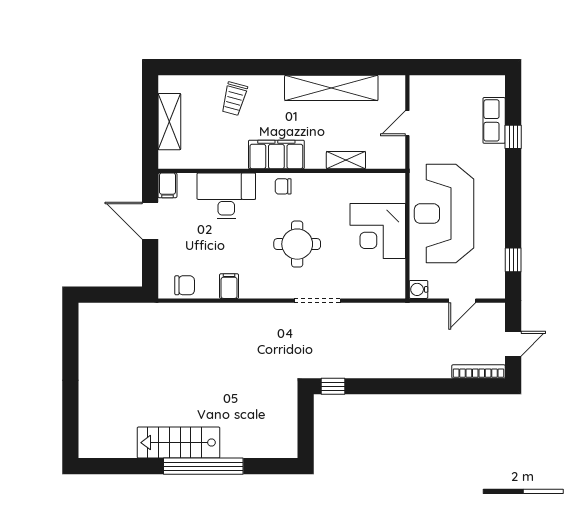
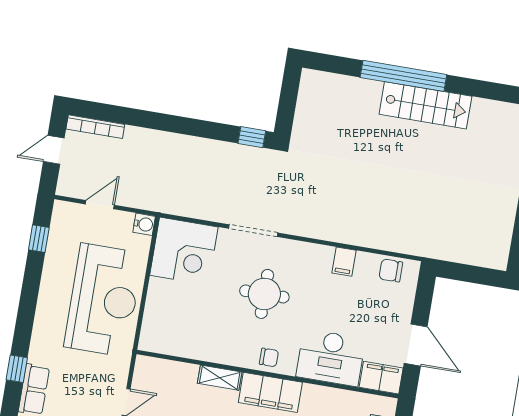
shelving: (346, 160) -> (220, 378), moved
filing cabinet: (167, 185) -> (381, 378), width x2.00
corner desk: (378, 231) -> (184, 251), moved, turned 90

